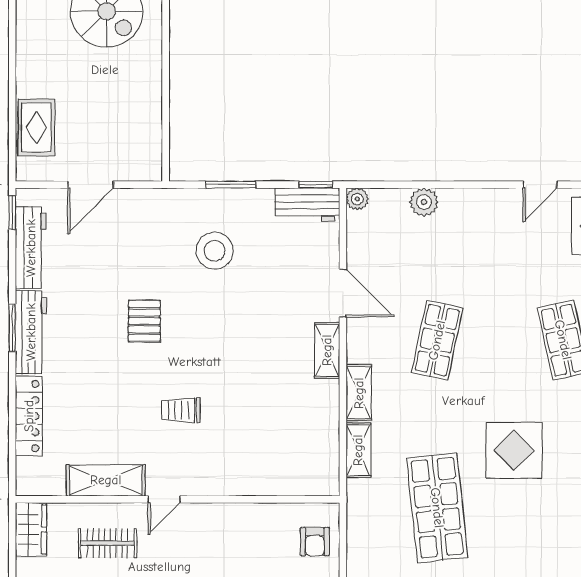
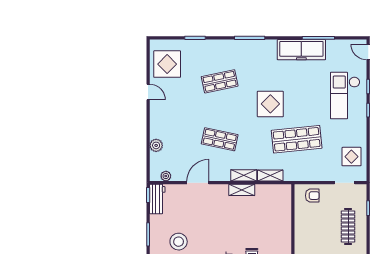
plant: (357, 199) -> (166, 176), moved
shelving: (327, 350) -> (242, 190), moved

